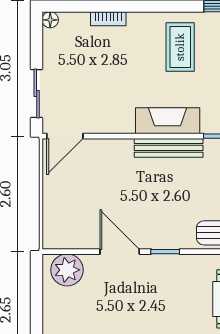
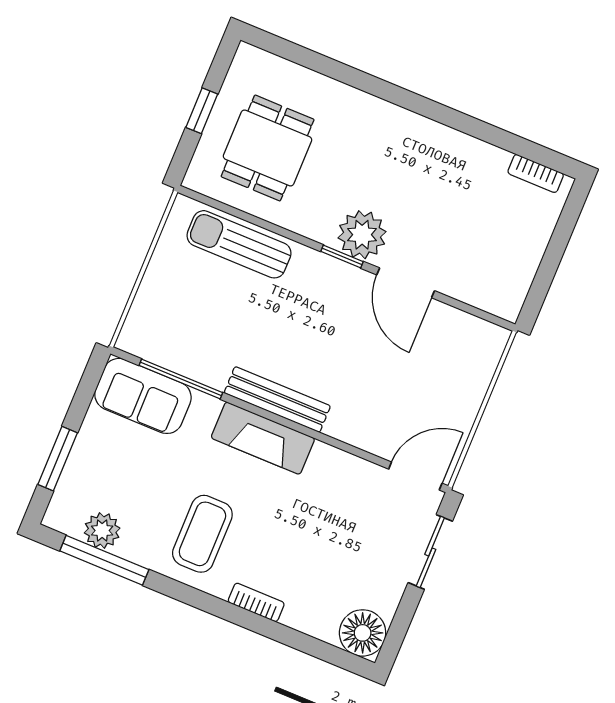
bookcase: (108, 19) -> (256, 602), moved
floor lamp: (50, 20) -> (363, 633), width x1.89, depth x1.89
plant: (67, 270) -> (362, 235), moved

